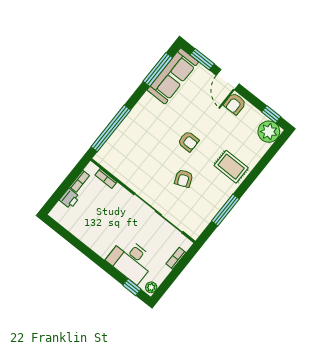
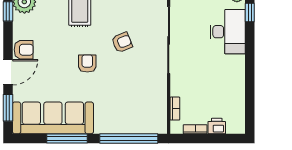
window: (158, 70) -> (67, 139), moved
sofa: (173, 76) -> (53, 118), width x1.36, depth x1.27

